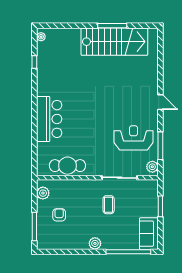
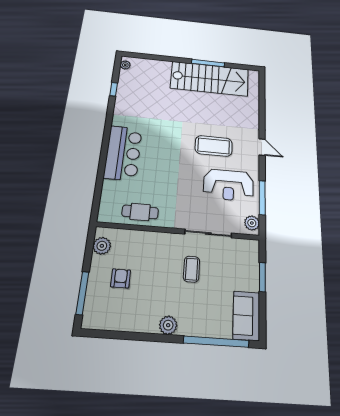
coffee table: (120, 105) -> (214, 146), added
reception desk: (134, 138) -> (229, 185), turned 180
cafe table: (67, 166) -> (140, 212), width x0.73, depth x0.74

